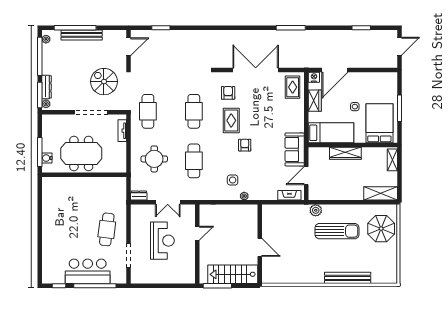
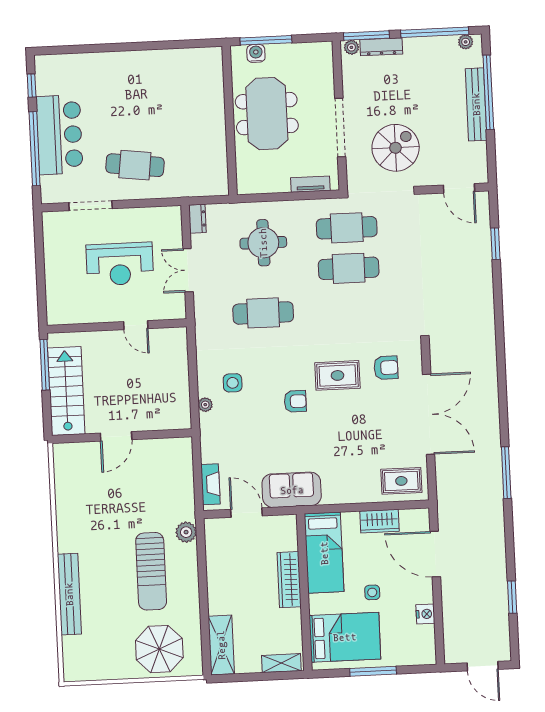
nightstand: (314, 77) -> (425, 614), moved
cafe table: (194, 111) -> (349, 268), moved

